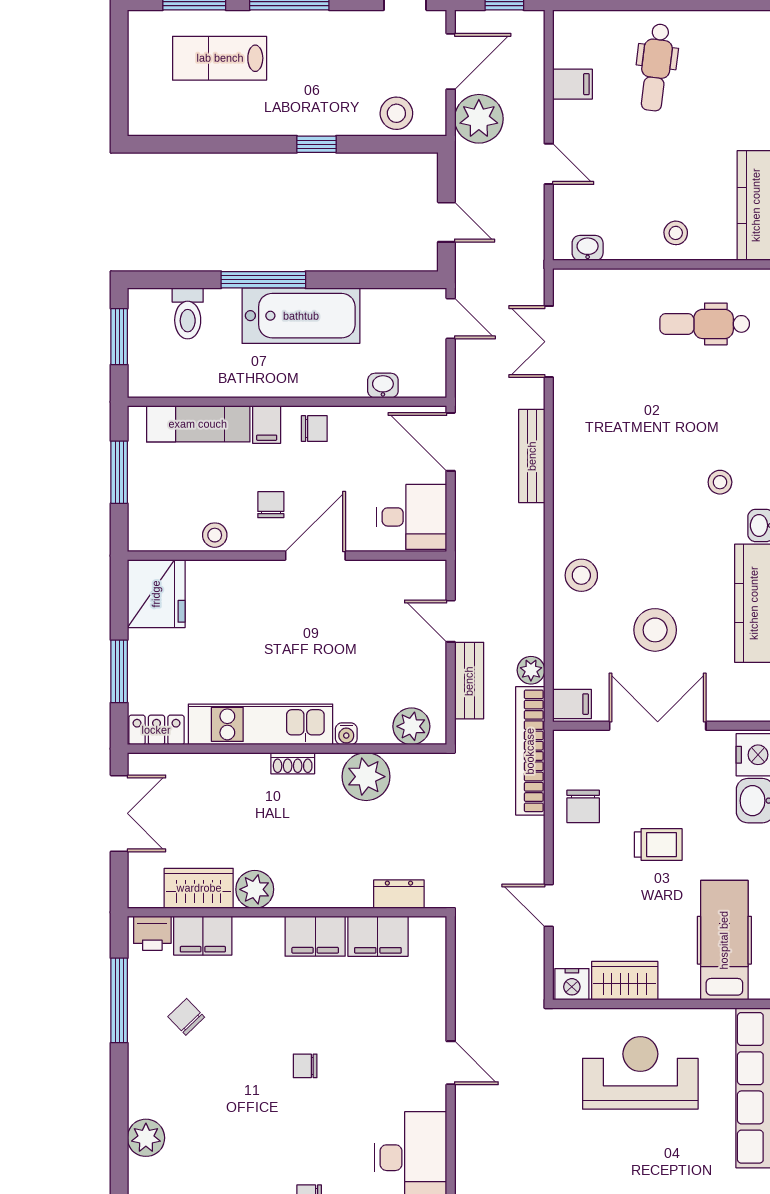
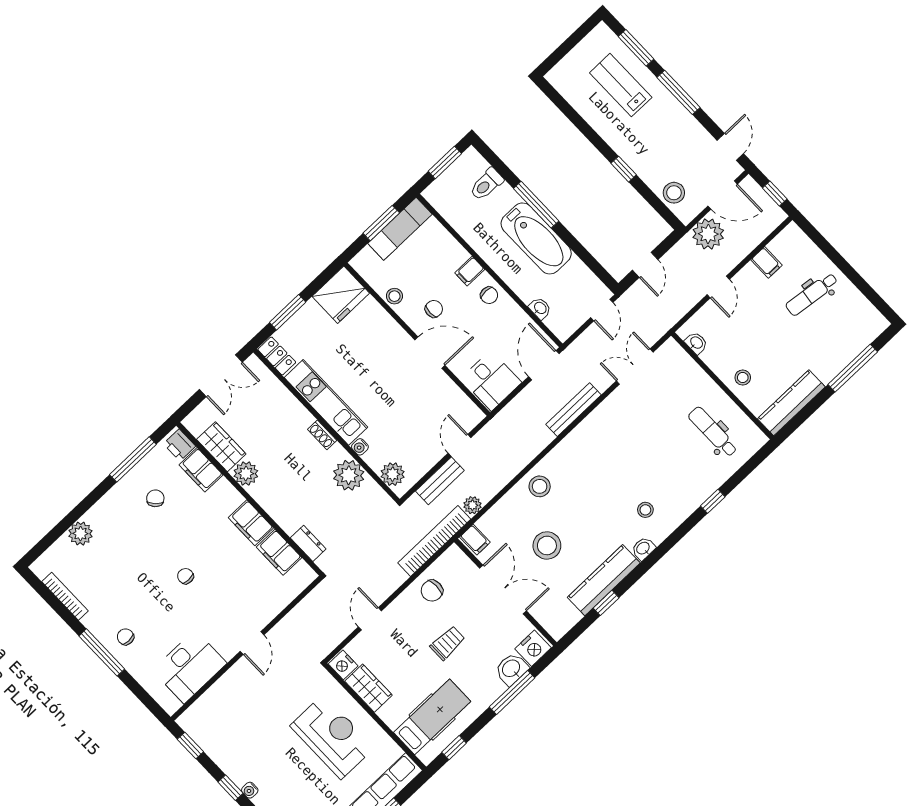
exam couch: (198, 424) -> (400, 229), moved, turned -90
trolley: (658, 845) -> (447, 643), turned -90

